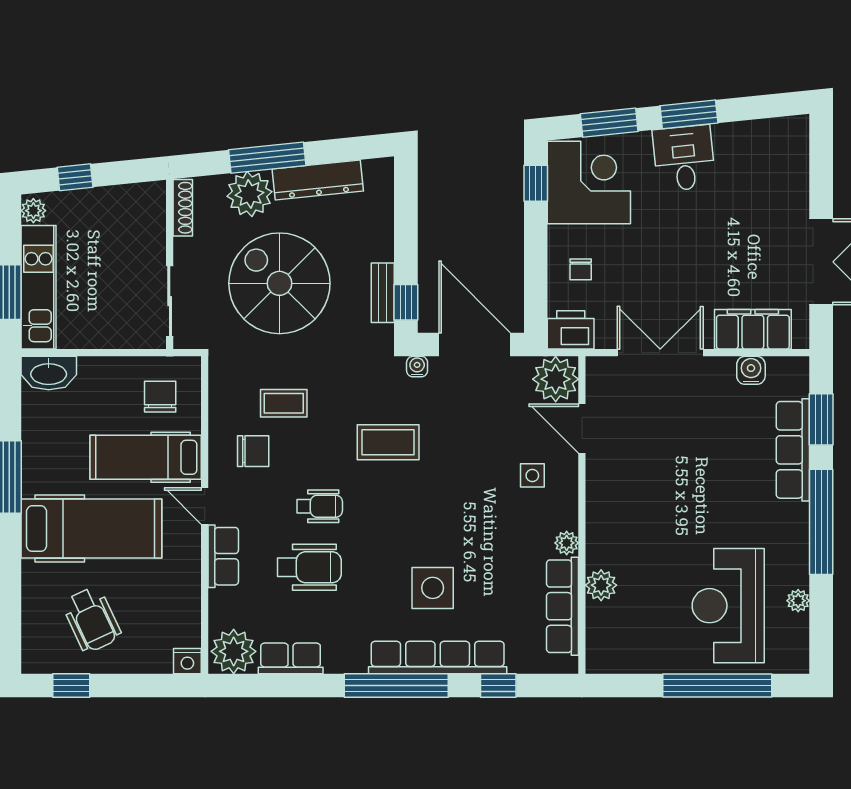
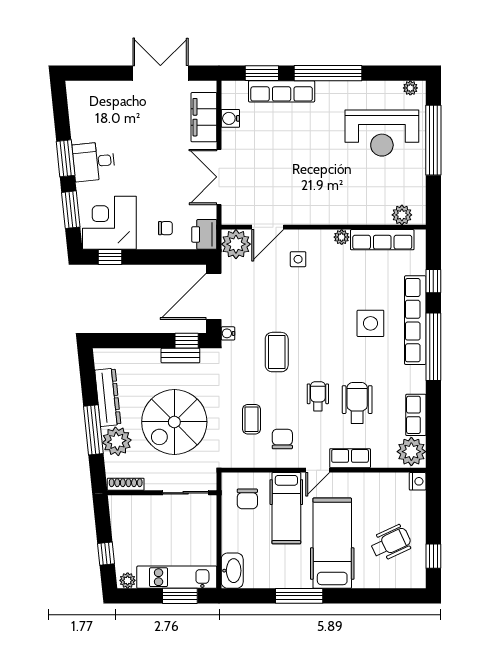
chair: (160, 397) -> (247, 499), turned -90
plant: (601, 585) -> (402, 215), moved
plant: (798, 601) -> (410, 88), moved

